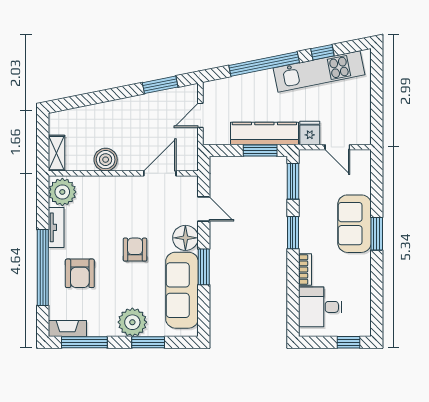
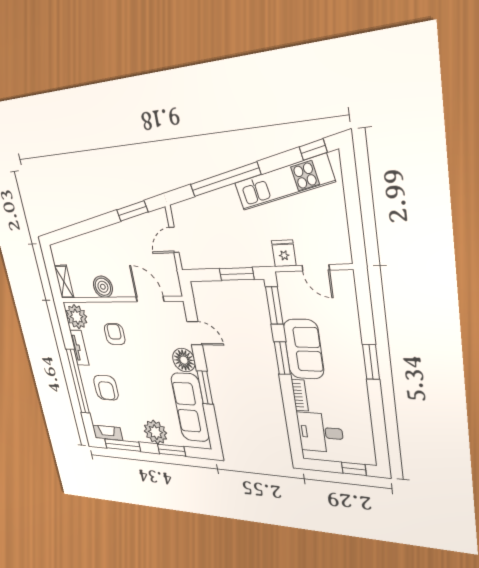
window: (322, 52) -> (313, 150), moved
kitchen counter: (264, 134) -> (238, 256), removed
door: (160, 173) -> (150, 299), hinge flipped
sofa: (354, 224) -> (304, 349), moved, turned 180
armchair: (135, 250) -> (115, 334), moved

